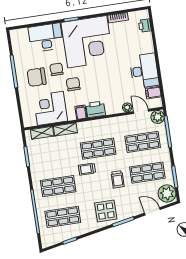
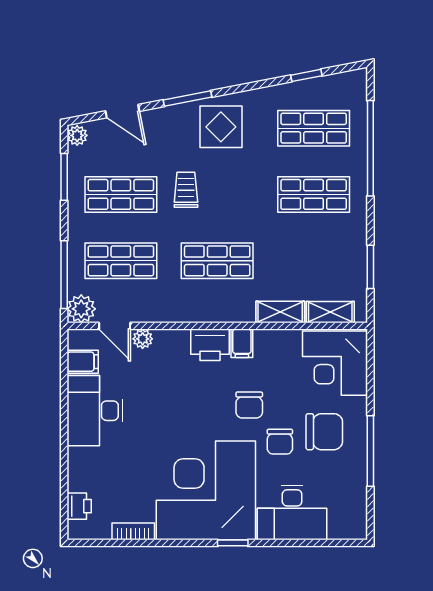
corner desk: (50, 108) -> (335, 363), moved, turned 90
trolley: (87, 169) -> (247, 221), removed
plant: (167, 193) -> (77, 135), width x0.53, depth x0.53

